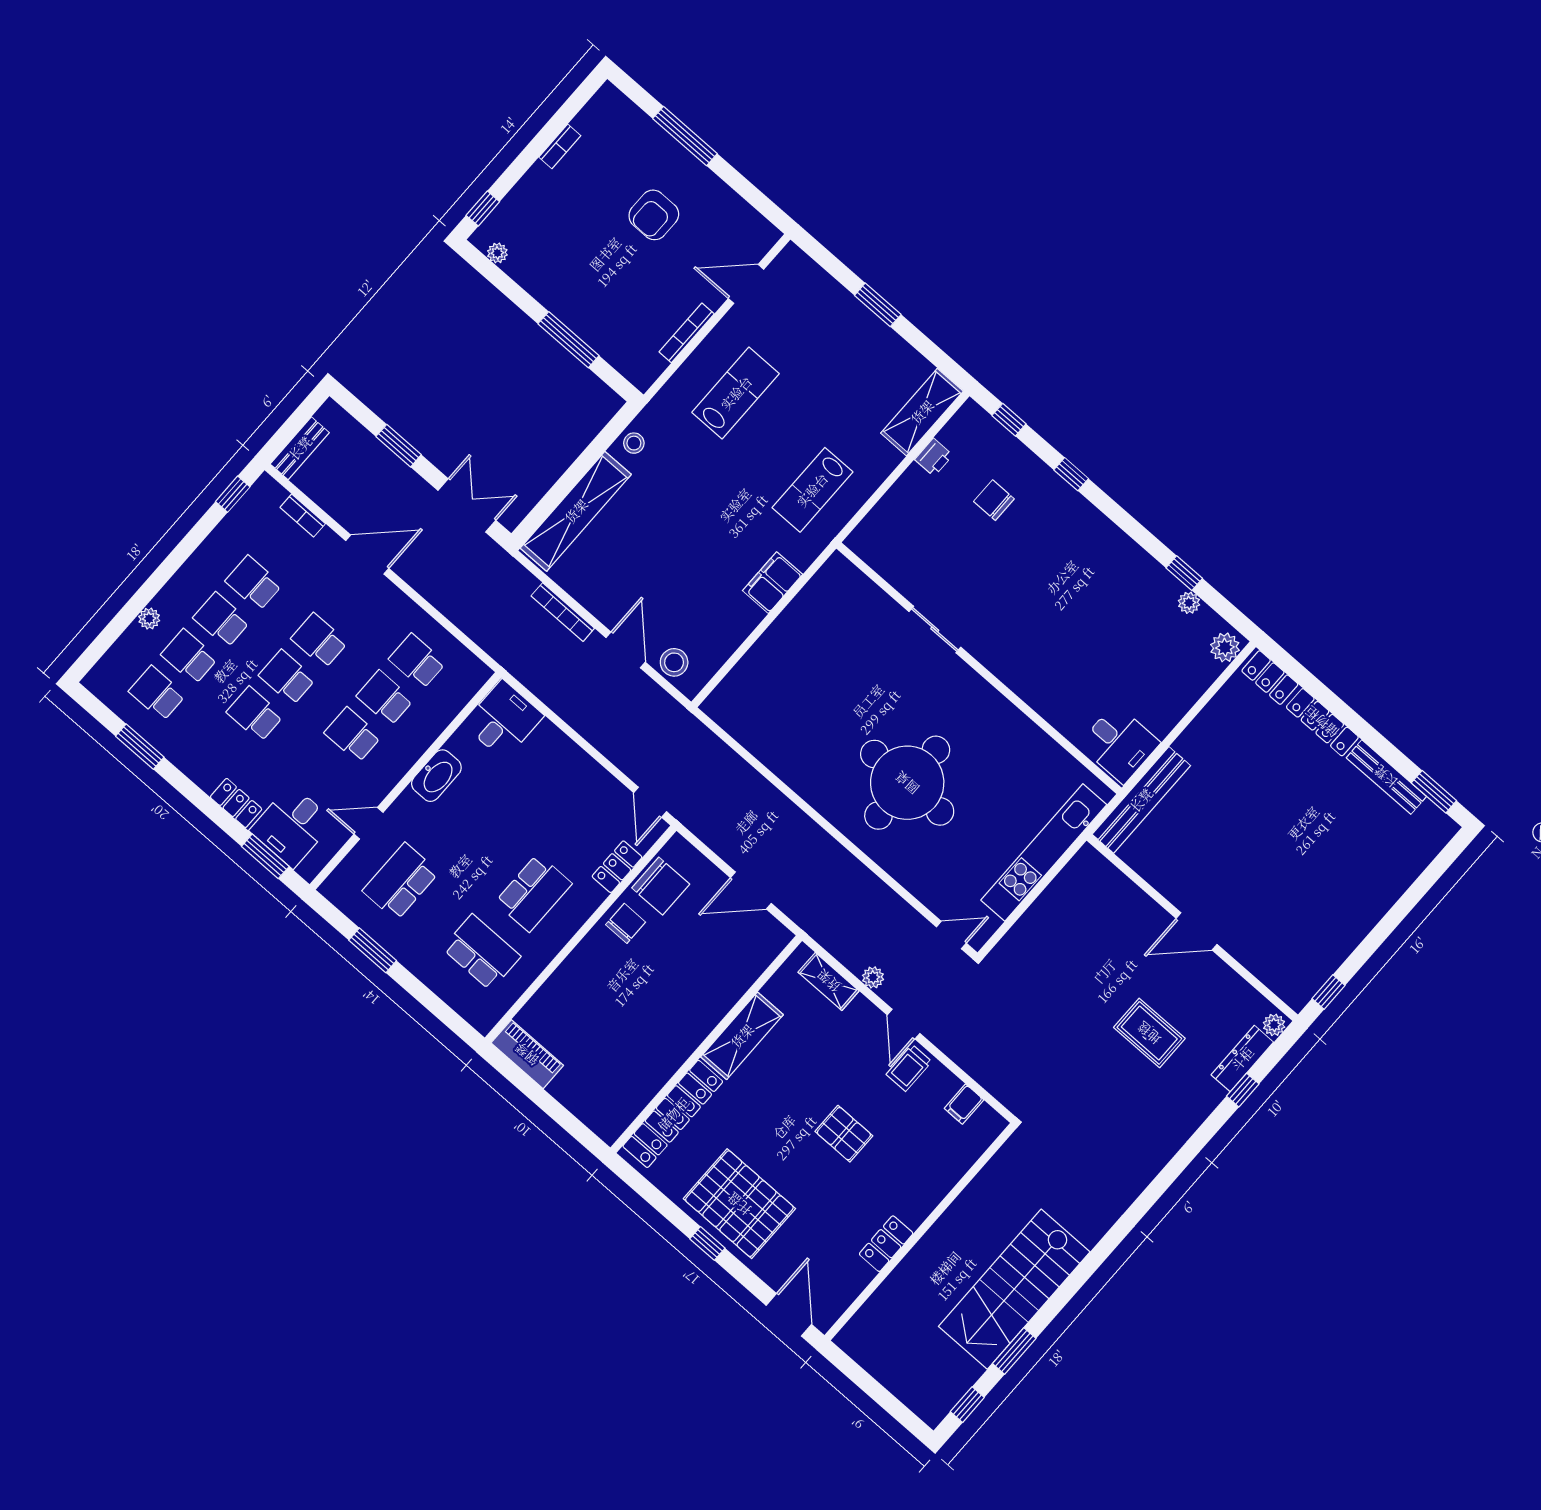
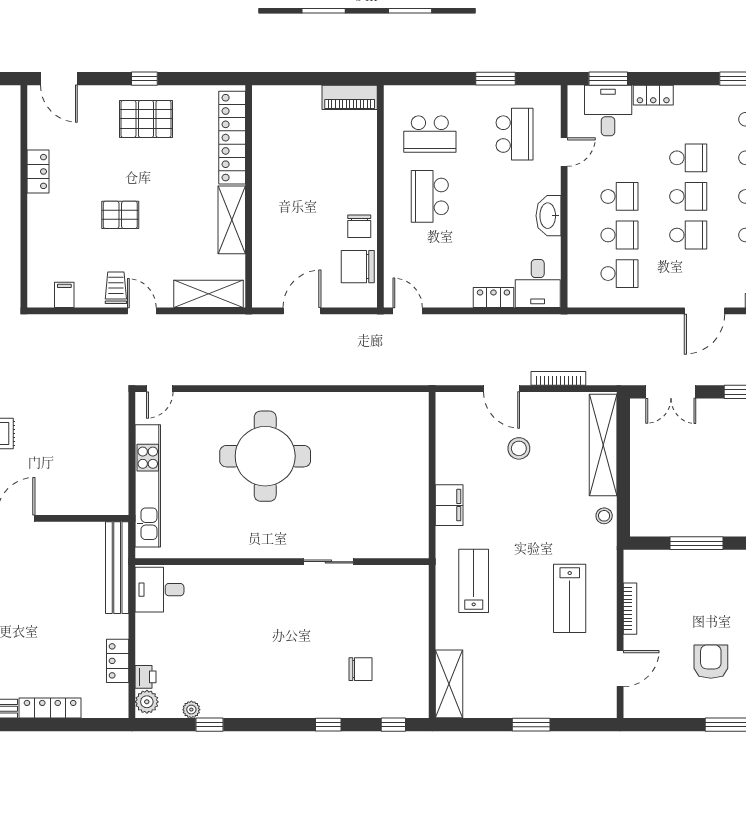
printer: (934, 457) -> (146, 677), moved, turned 180
stool: (674, 662) -> (519, 448), moved
locker: (1270, 678) -> (118, 661), moved, turned -90
locker: (617, 867) -> (493, 298), moved, turned -90
plant: (873, 977) -> (184, 323), removed
shelving: (829, 981) -> (209, 294), width x1.50, depth x1.33
pallet: (739, 1204) -> (146, 119), width x0.73, depth x0.71

